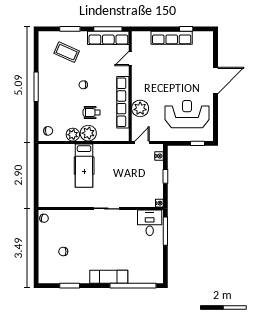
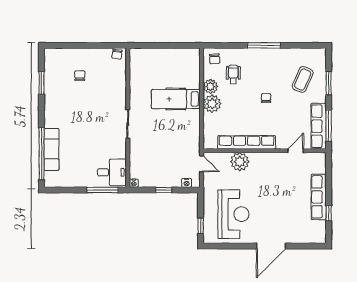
door: (130, 58) -> (296, 151), hinge flipped
door: (215, 80) -> (271, 246), hinge flipped
wheelchair: (92, 112) -> (233, 74), moved
exam couch: (109, 277) -> (51, 149), moved

